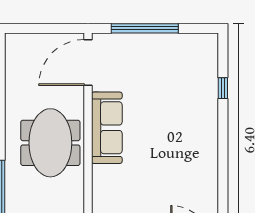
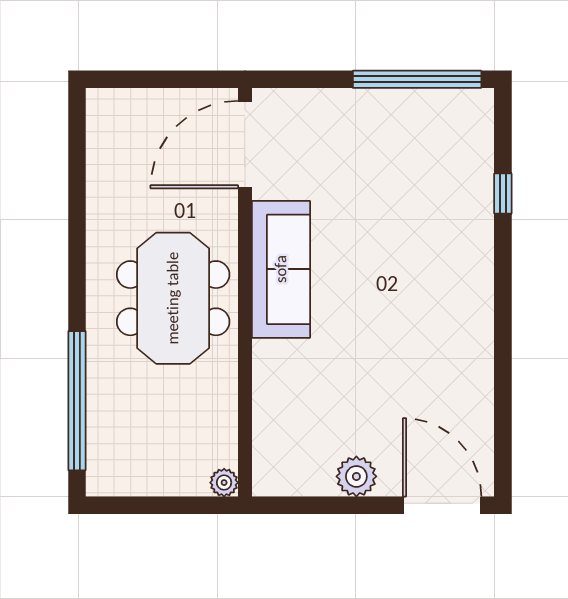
window: (145, 28) -> (417, 79), moved

